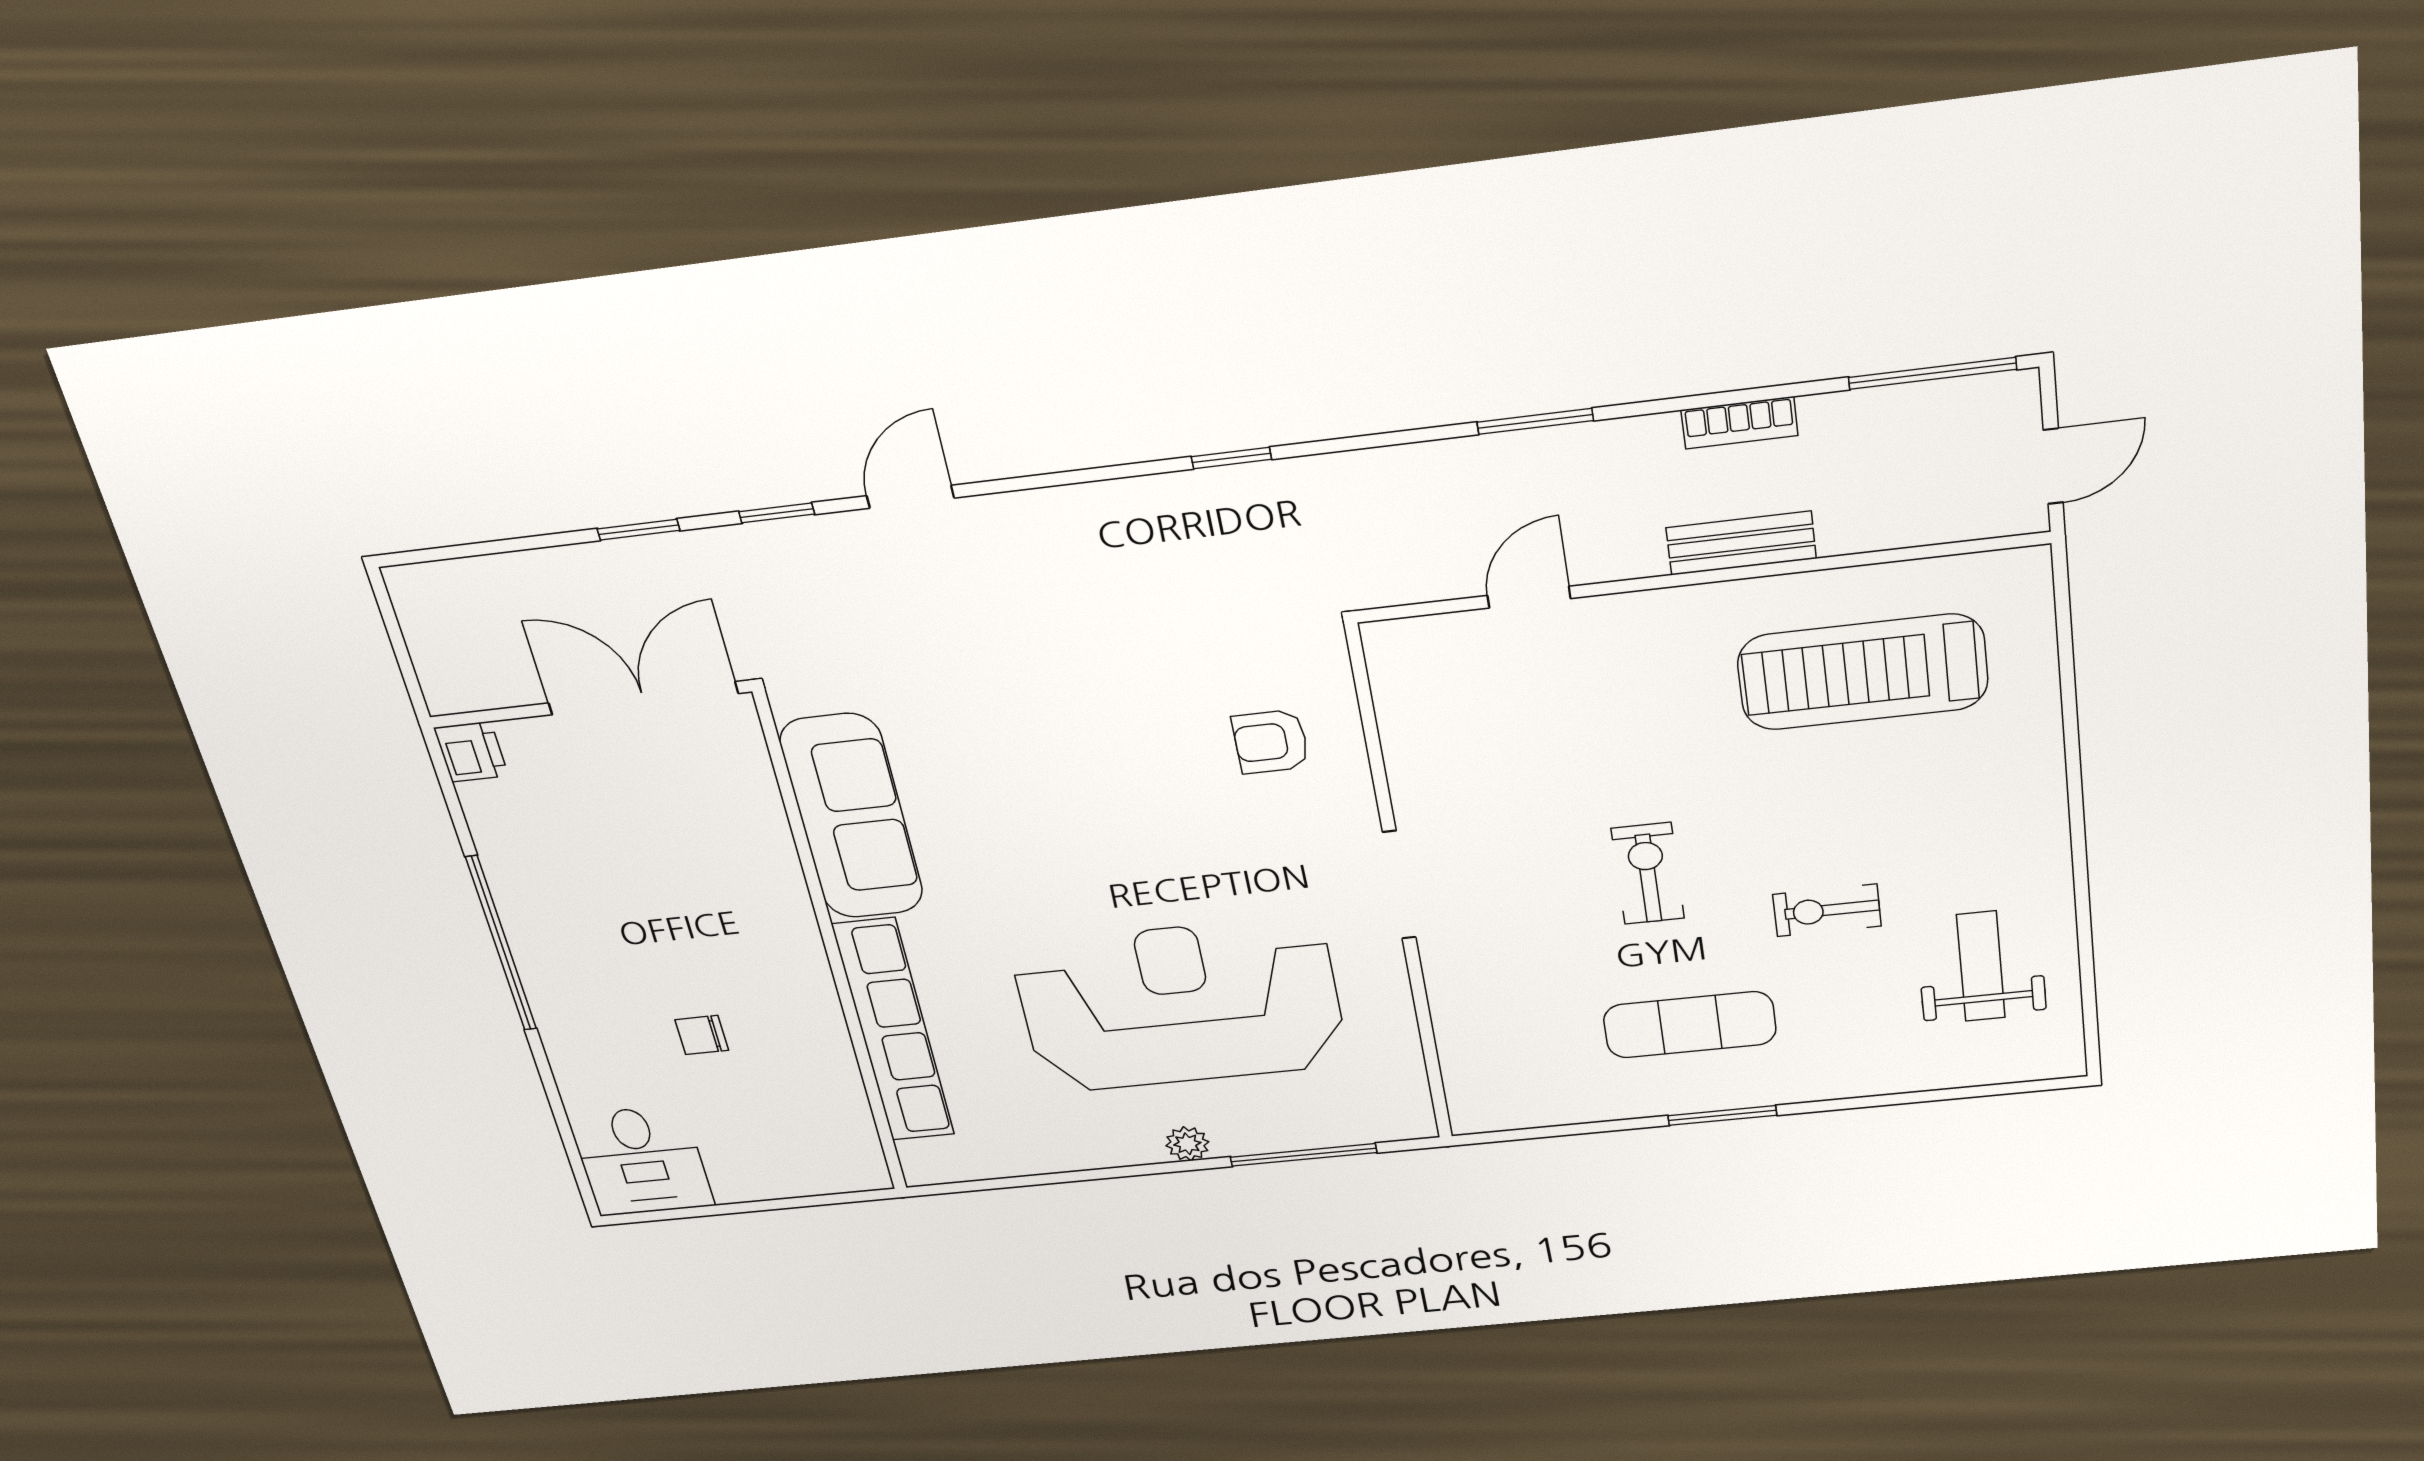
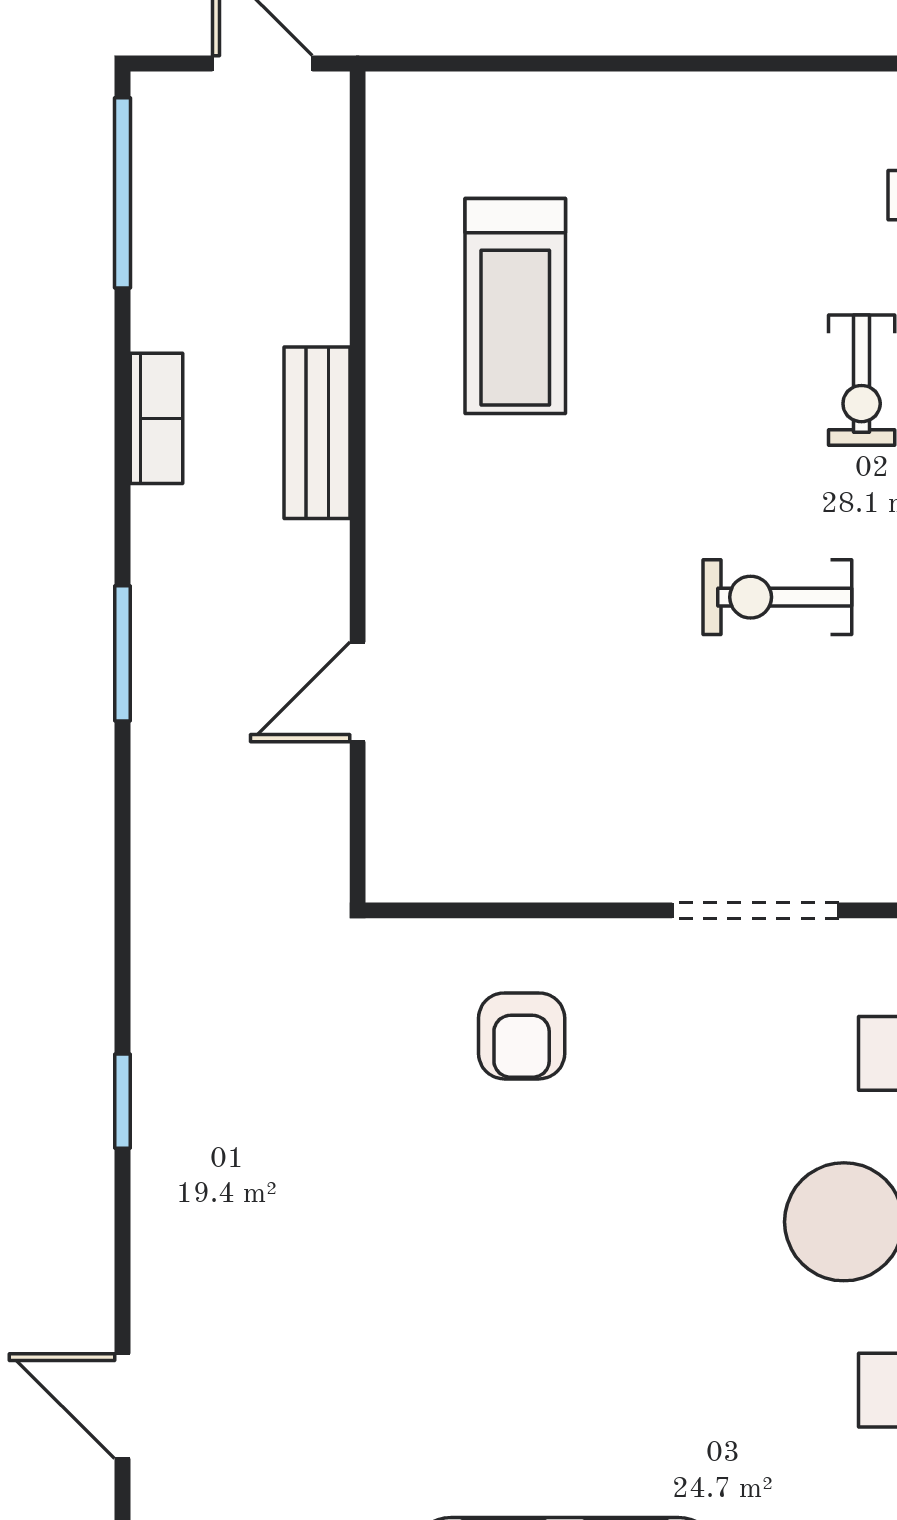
window: (1231, 458) -> (122, 1101), moved
door: (1529, 597) -> (358, 692), hinge flipped
treadmill: (1863, 672) -> (515, 306), width x0.73, depth x0.73

